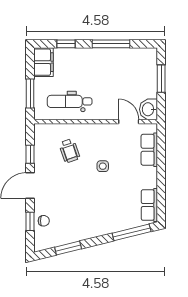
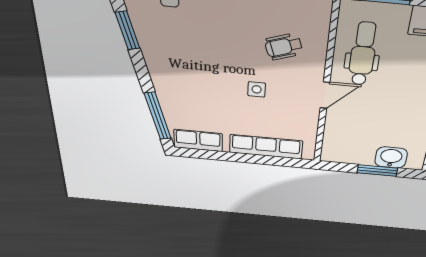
washbasin: (149, 109) -> (391, 158), moved
door: (129, 122) -> (325, 95), moved
row of seats: (149, 150) -> (266, 147), width x1.48

